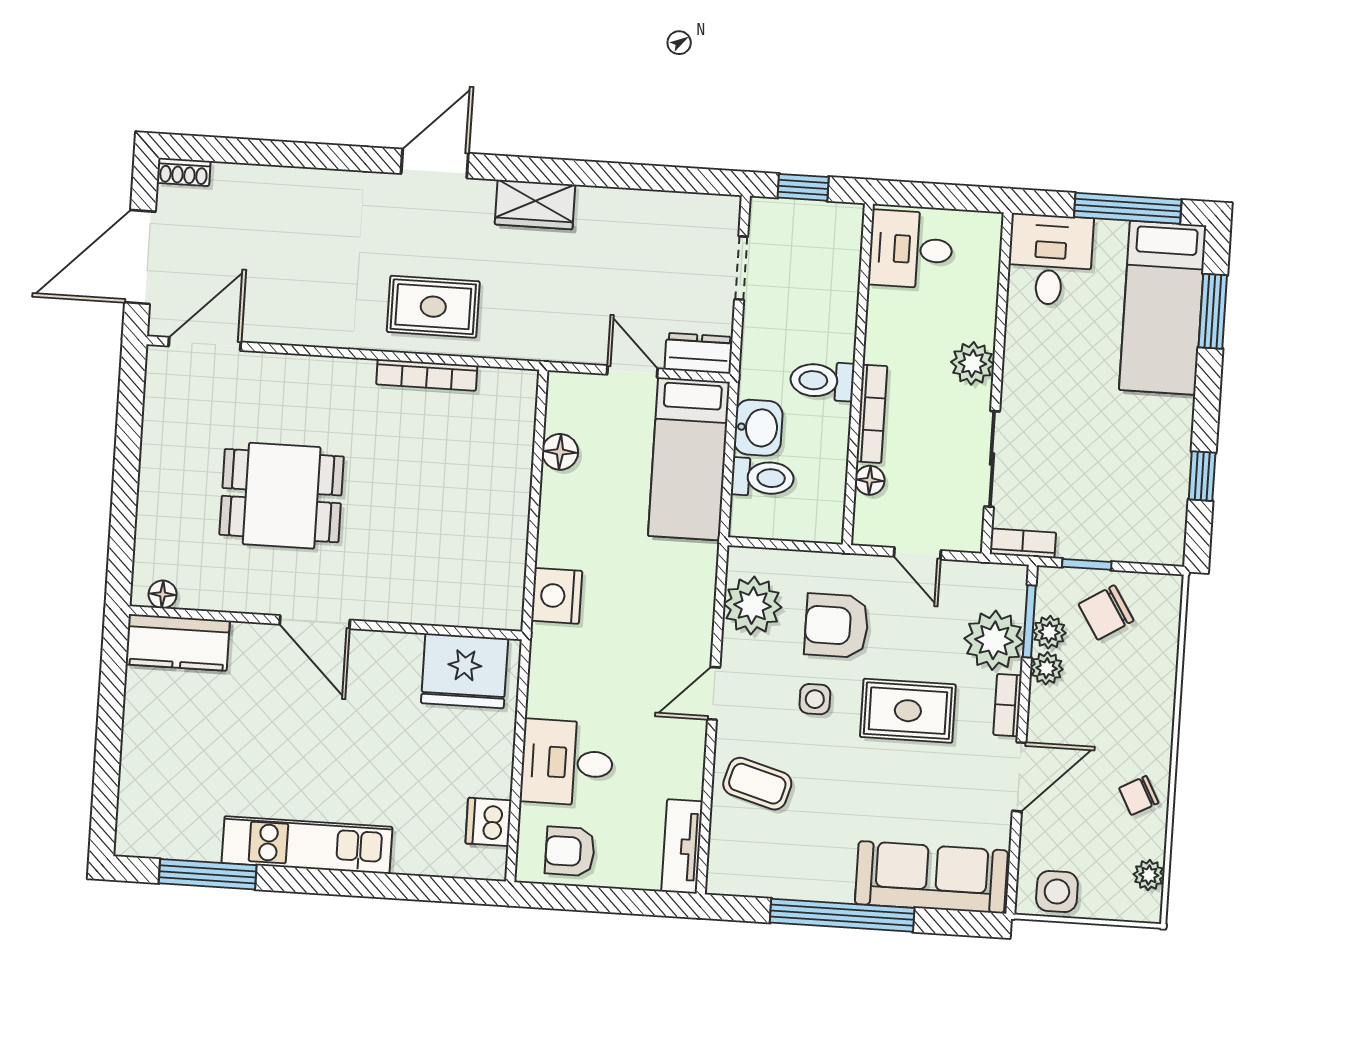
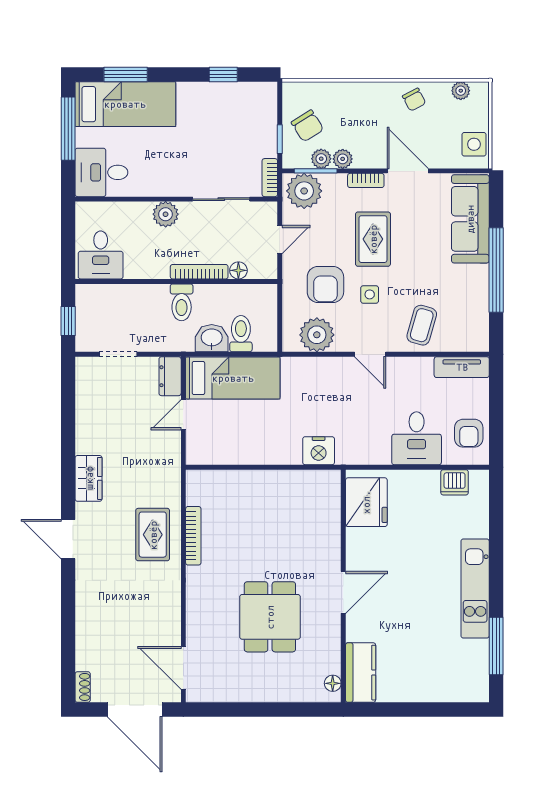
floor lamp: (560, 452) -> (234, 454), removed
plant: (994, 640) -> (304, 191), moved

